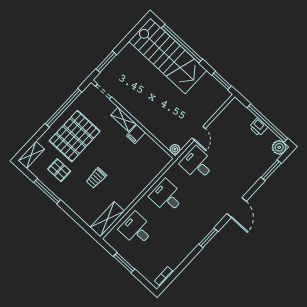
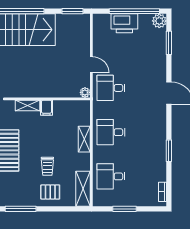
printer: (258, 127) -> (124, 23), width x1.87, depth x1.48
pallet: (59, 170) -> (50, 192), moved
shelving: (142, 183) -> (84, 139), added
window: (208, 238) -> (169, 151), moved

